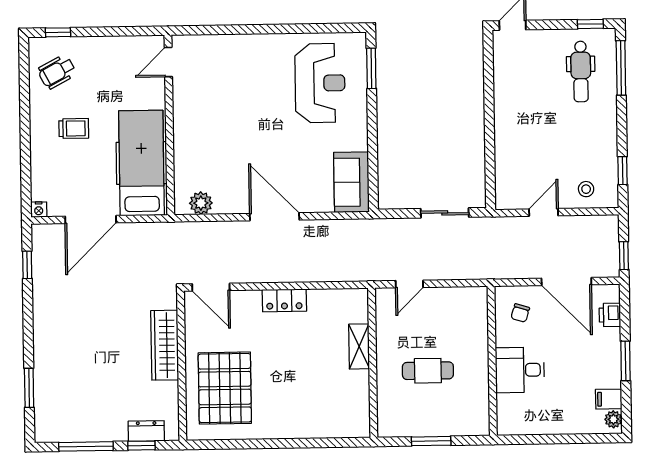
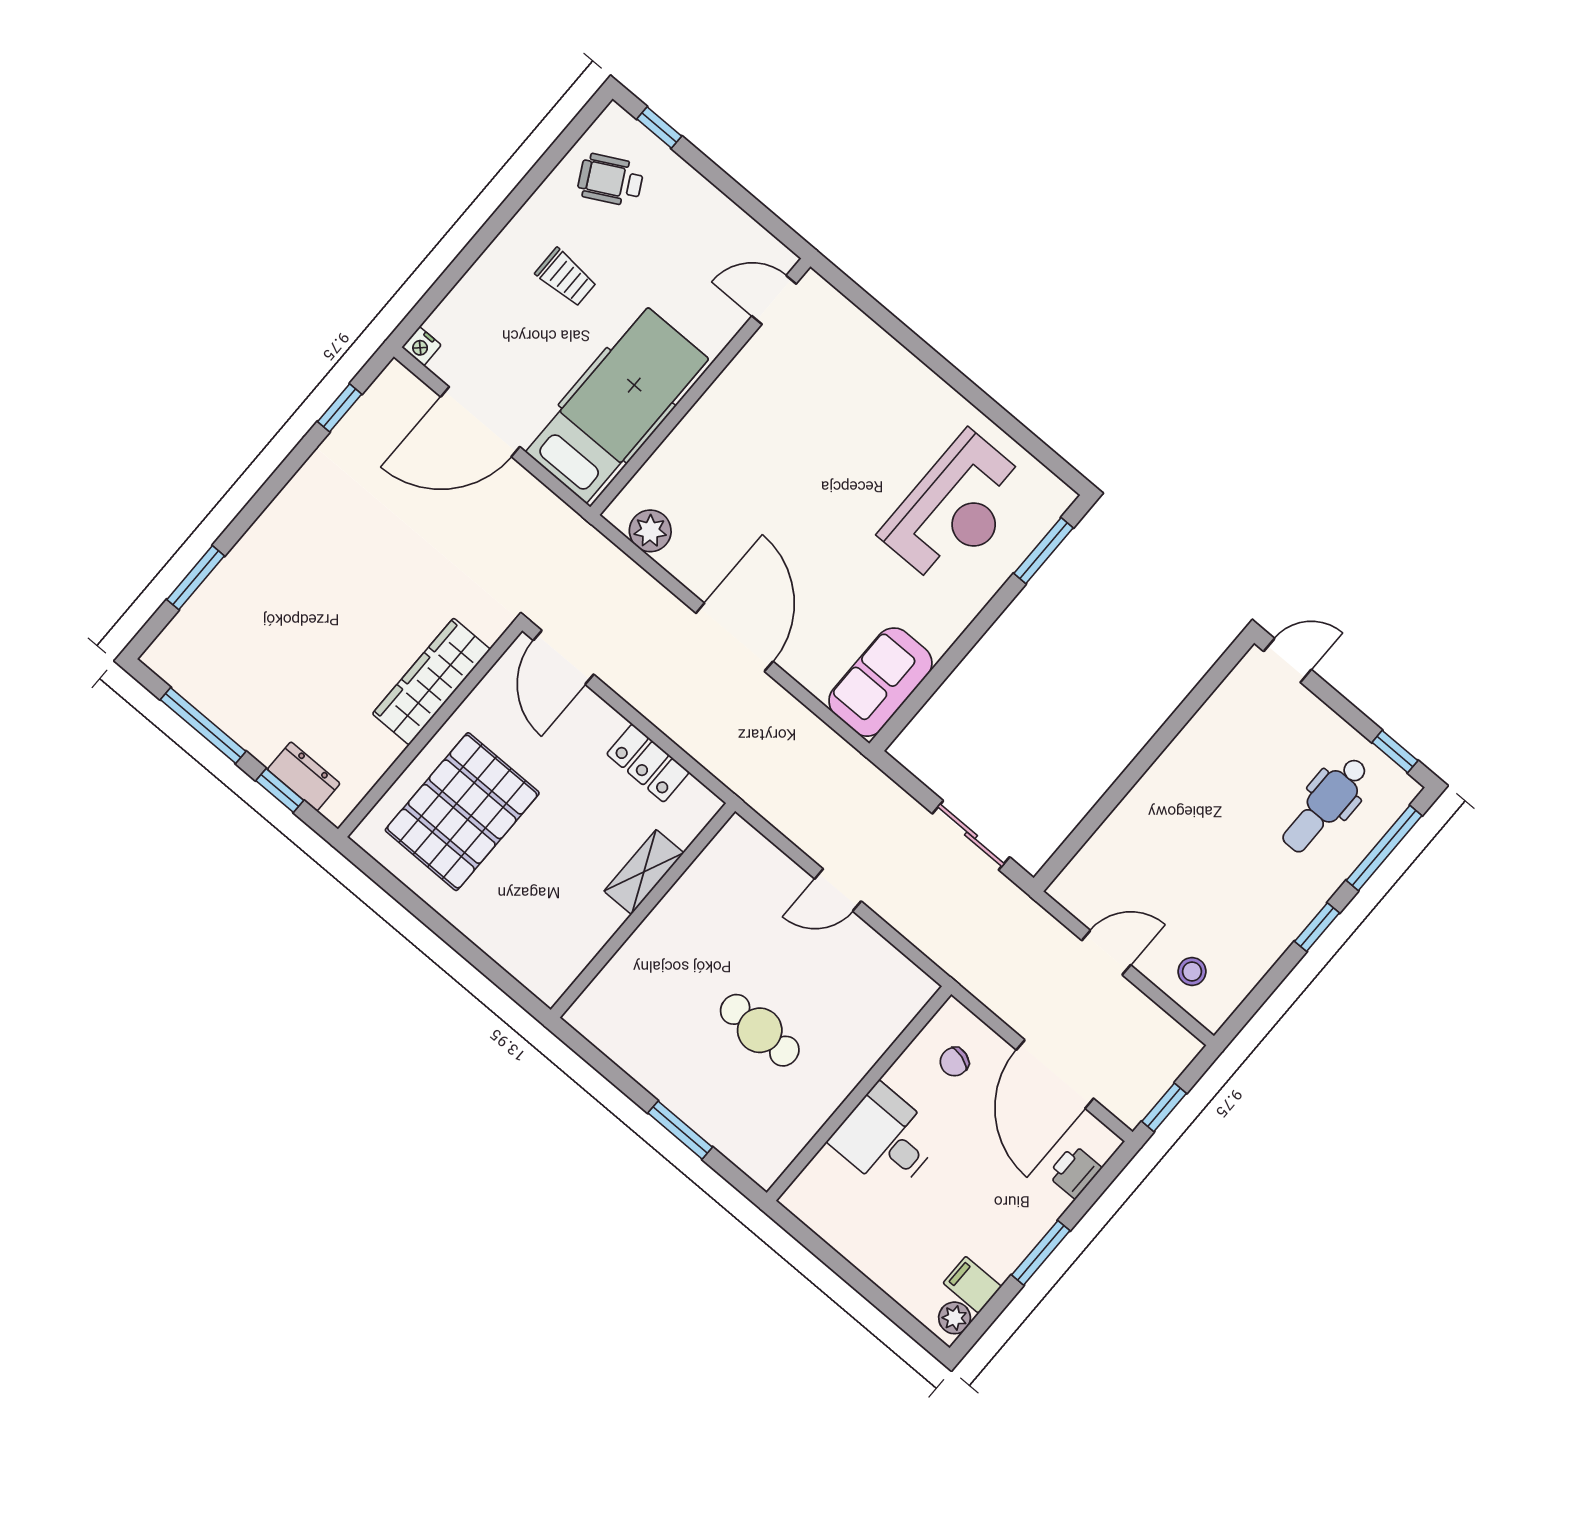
window: (623, 171) -> (1317, 927), moved
shelving: (359, 346) -> (644, 872), moved
wall: (373, 363) -> (643, 910), moved

